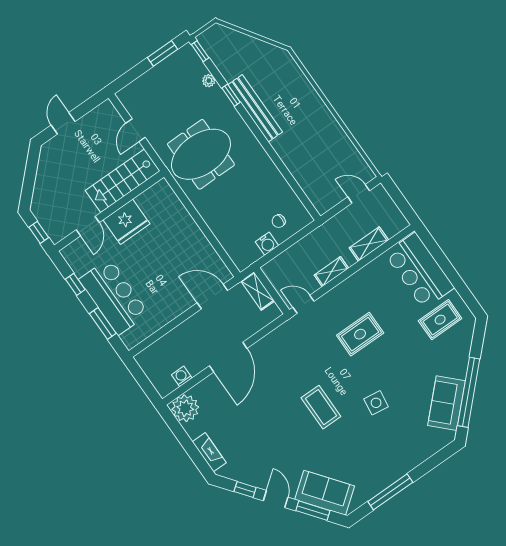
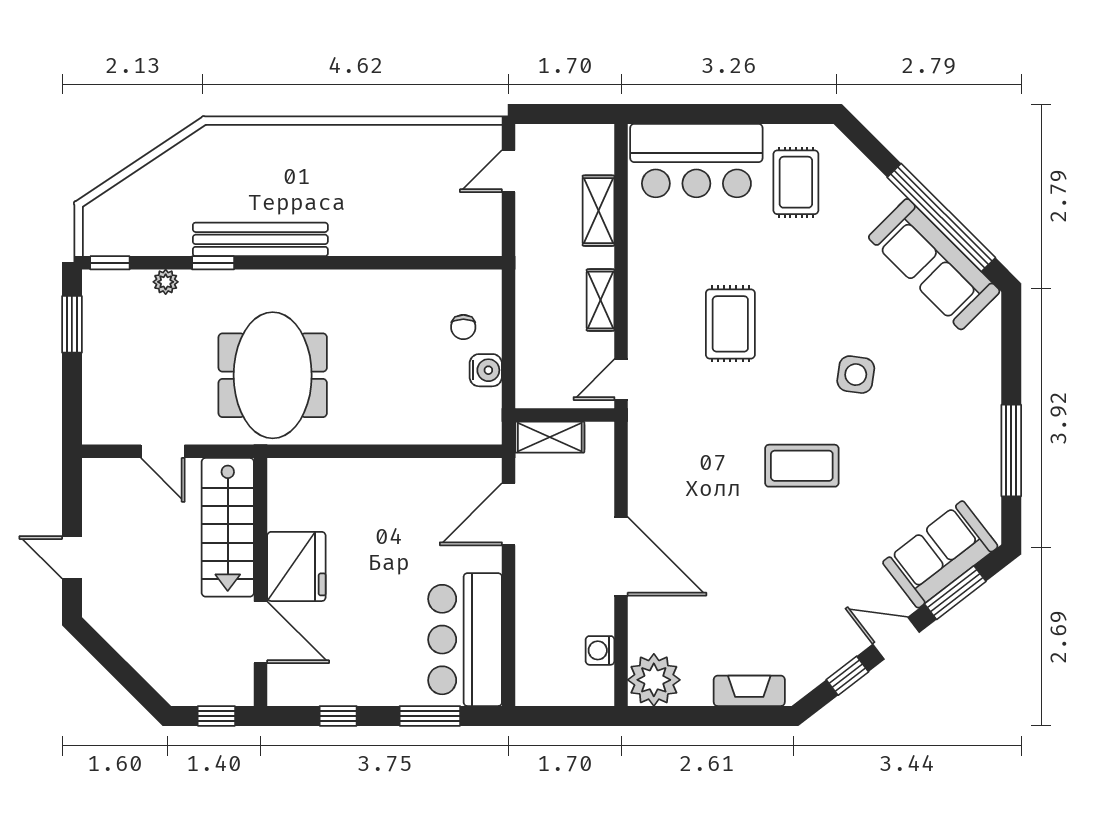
door: (88, 226) -> (261, 632), width x1.38
bar counter: (114, 297) -> (465, 640), moved, turned -90
sofa: (447, 403) -> (934, 264), width x1.36

